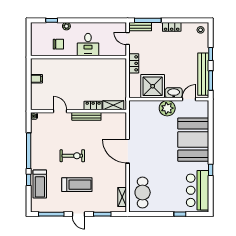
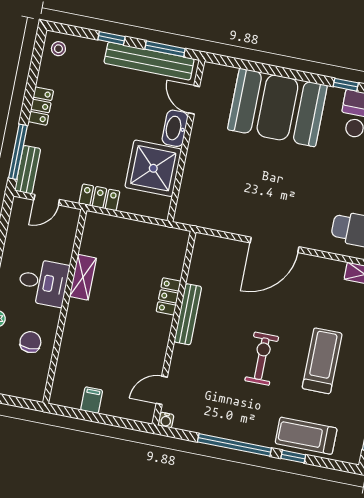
shelving: (113, 105) -> (83, 277), moved
plant: (167, 108) -> (204, 148), removed
door: (60, 111) -> (162, 390), moved
treadmill: (40, 184) -> (306, 436), turned 180

